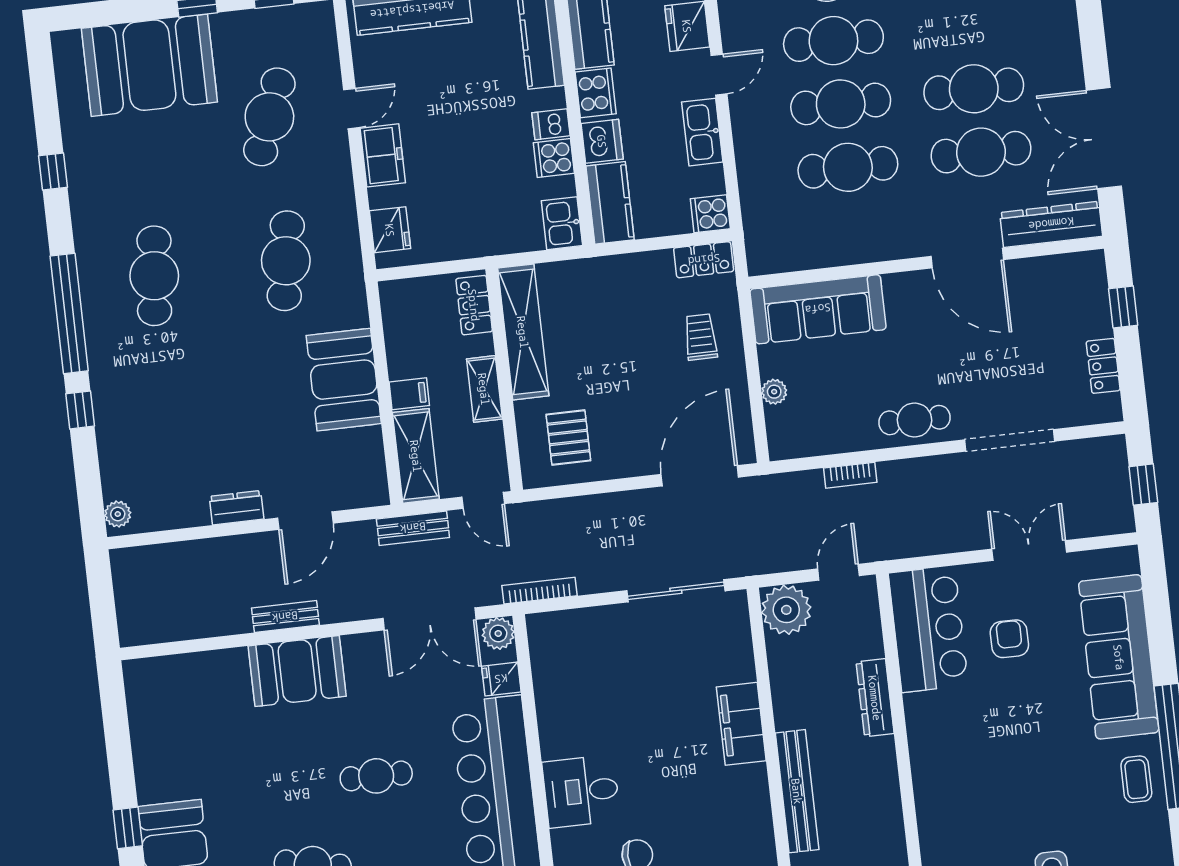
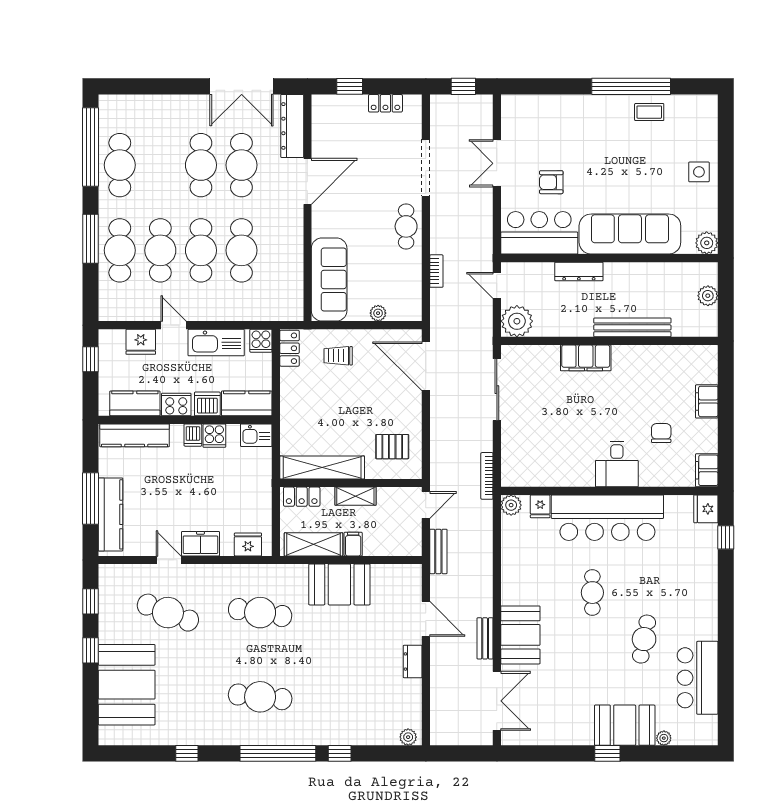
kitchen sink: (702, 132) -> (216, 343), width x1.36, depth x1.24
shelving: (416, 456) -> (313, 544), moved
double door: (430, 619) -> (497, 701), moved
sofa: (1119, 657) -> (630, 234), moved, turned 180

